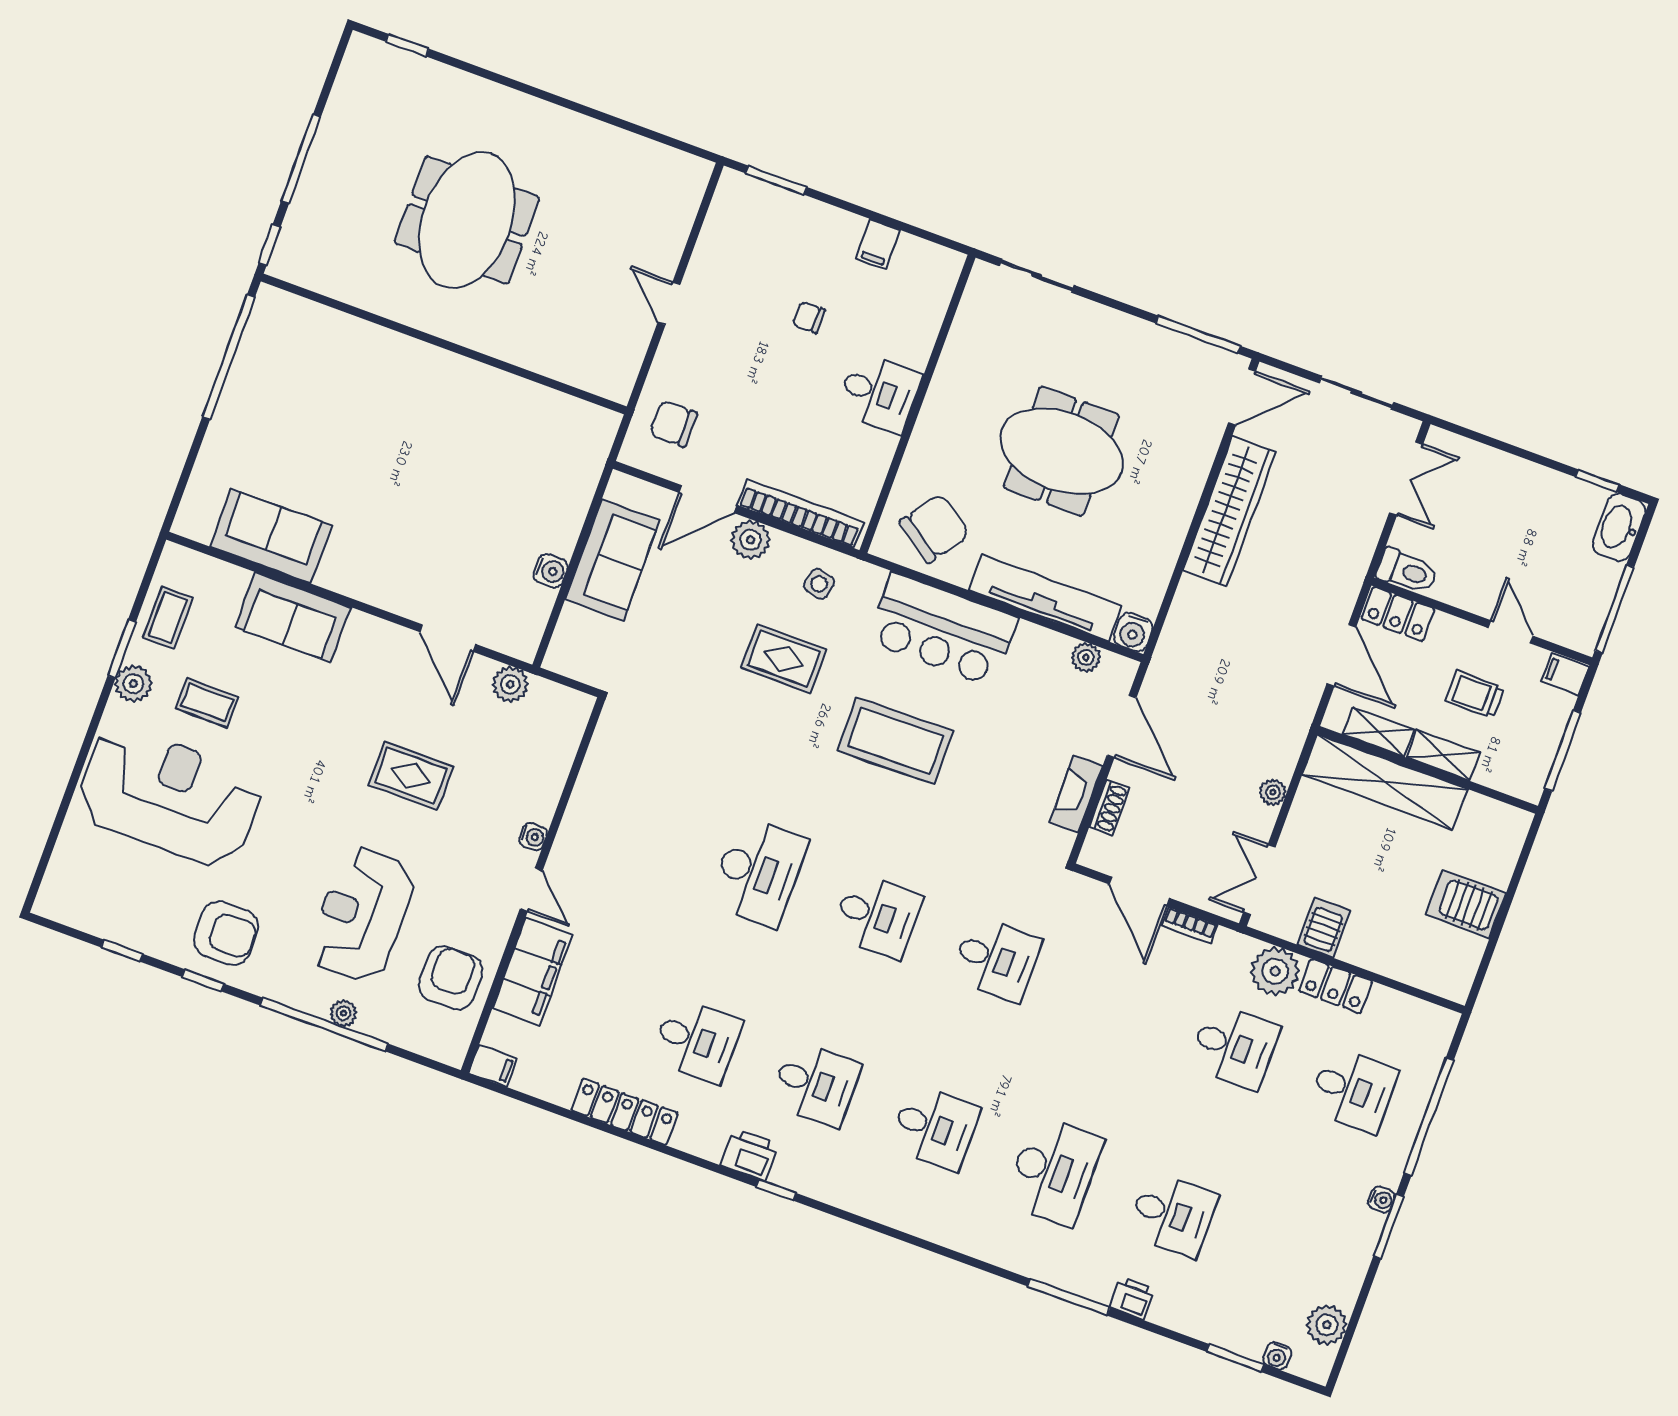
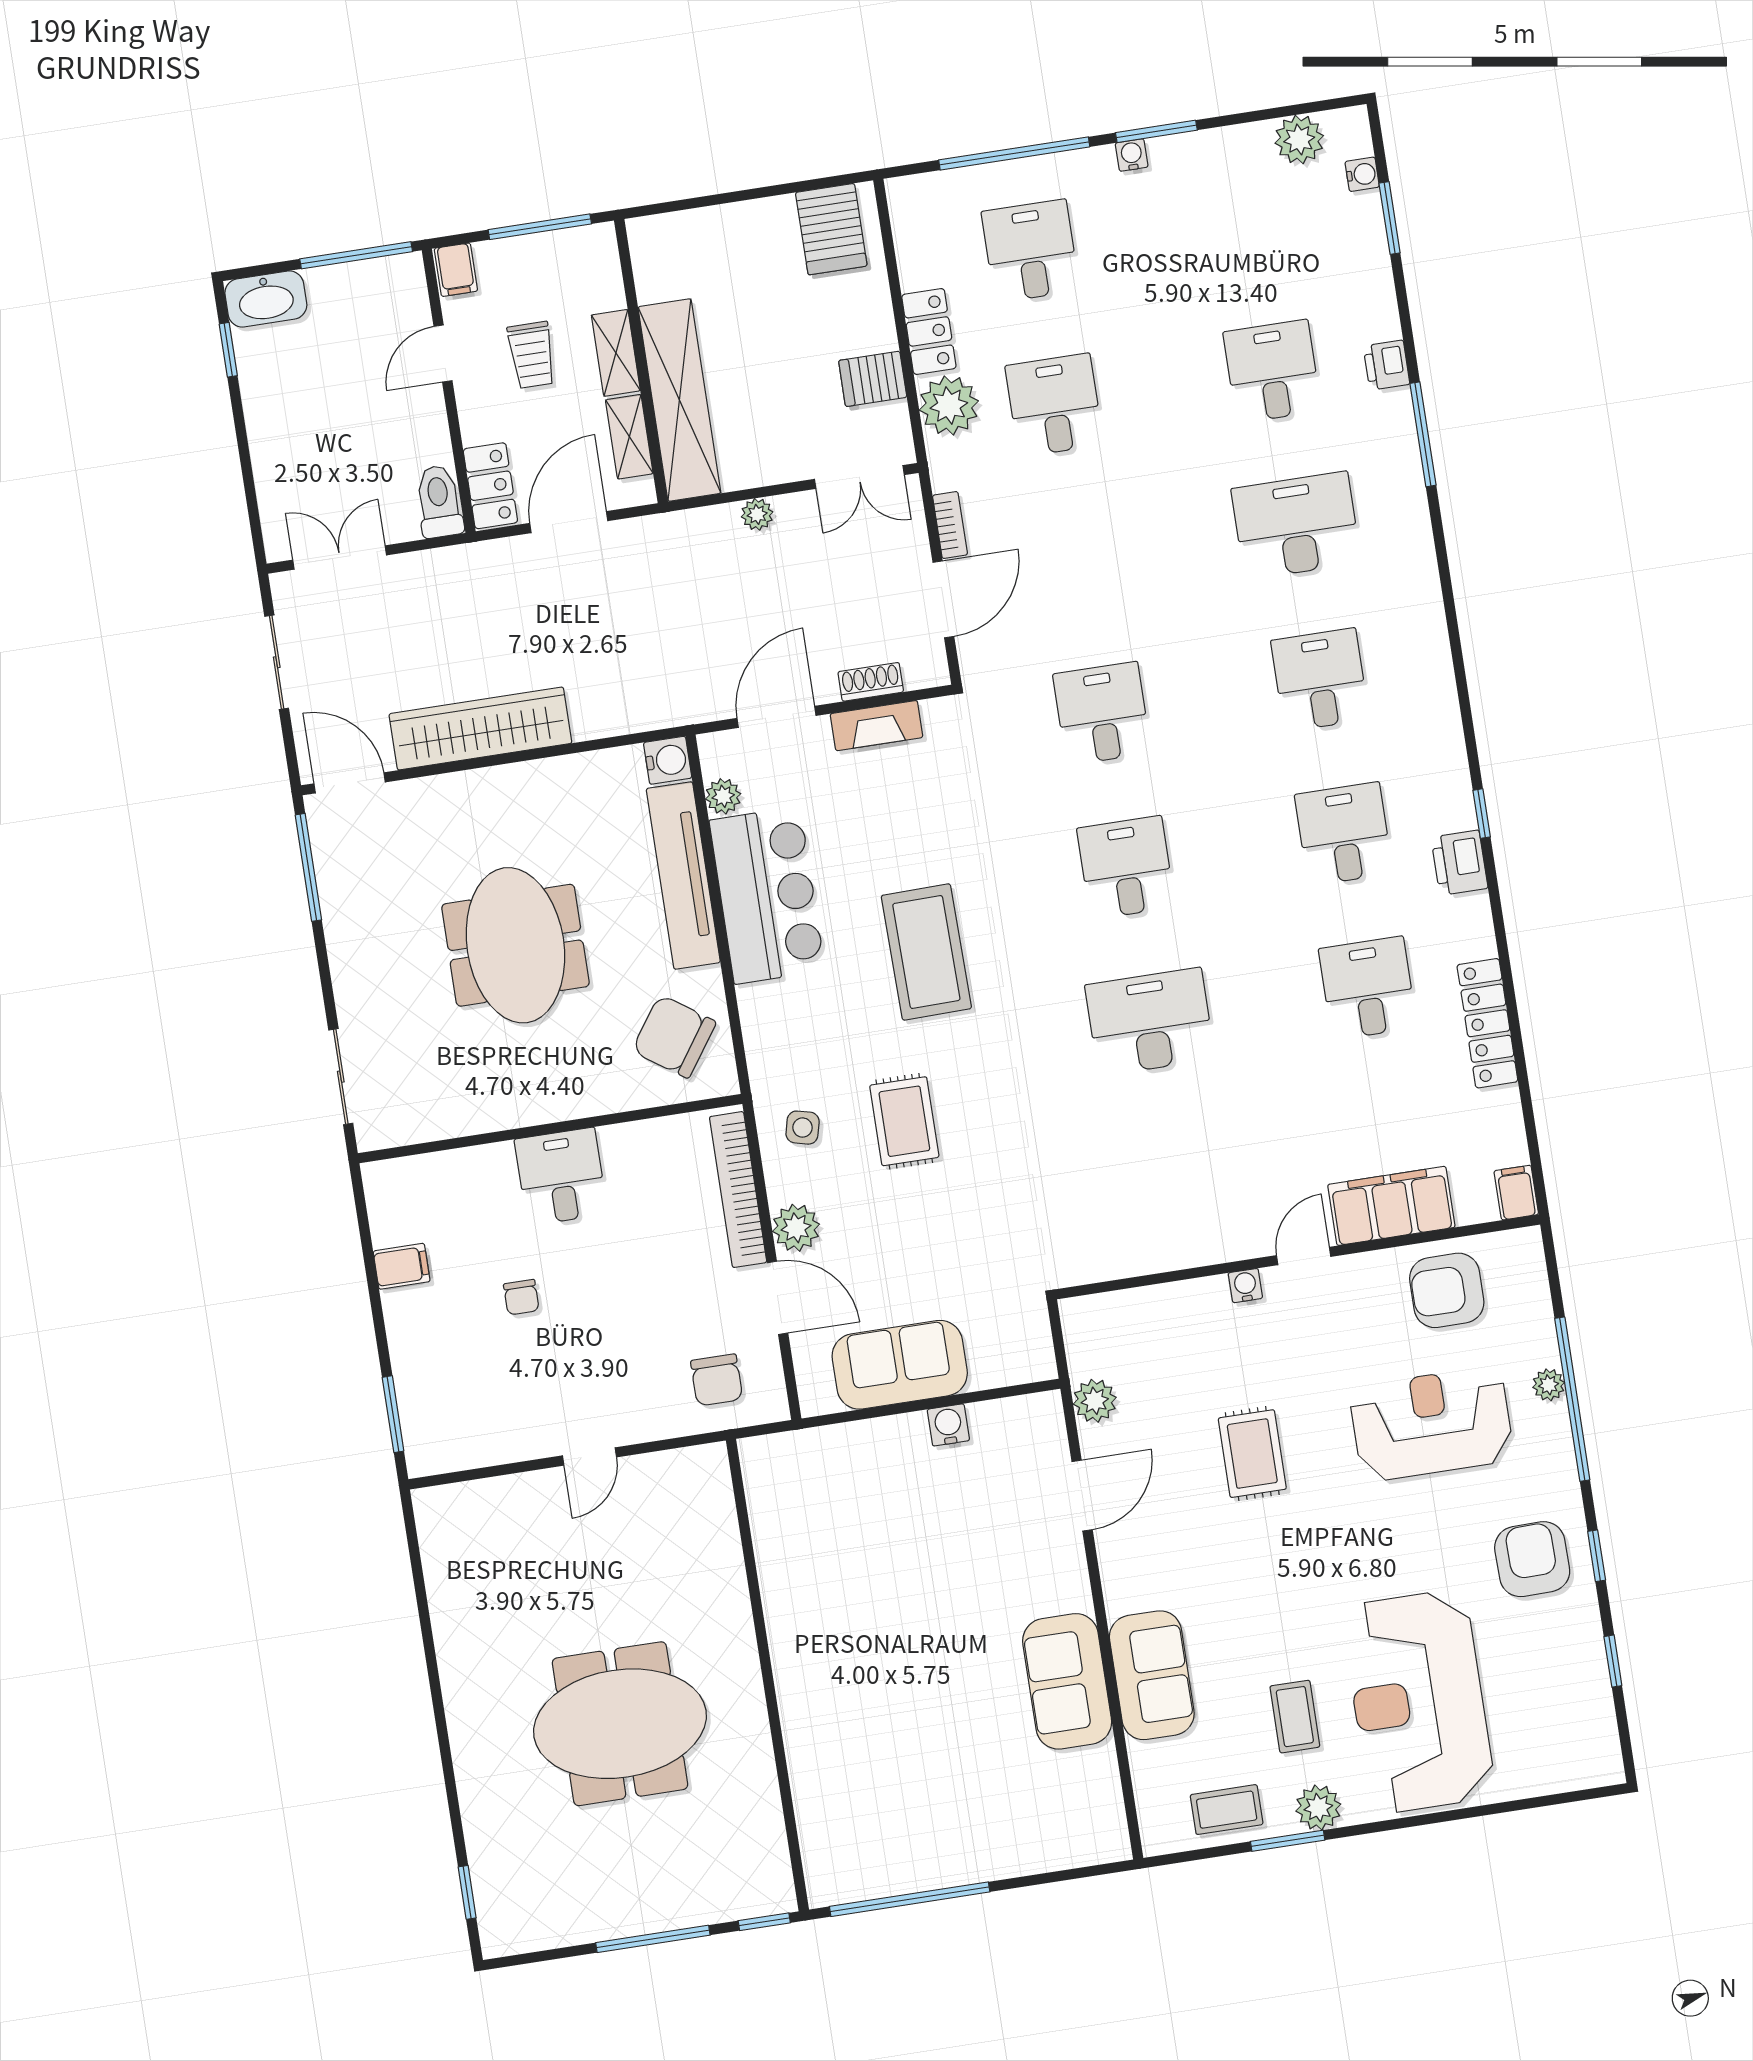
sofa: (271, 536) -> (1067, 1681), moved
bar counter: (943, 629) -> (767, 895), moved
server rack: (1466, 904) -> (831, 229), moved
reception desk: (362, 915) -> (1431, 1424), turned 180

